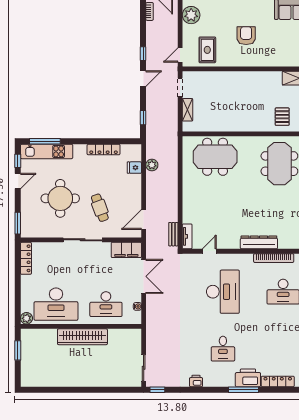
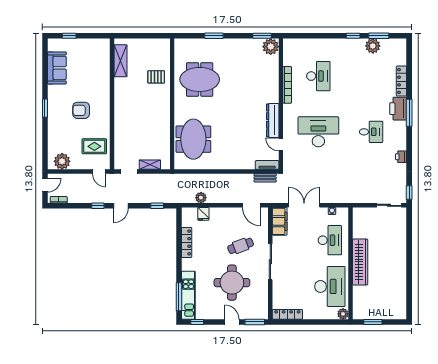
door: (143, 79) -> (121, 206), swing flipped
door: (18, 181) -> (232, 322), moved
dresser: (259, 242) -> (273, 120), moved

